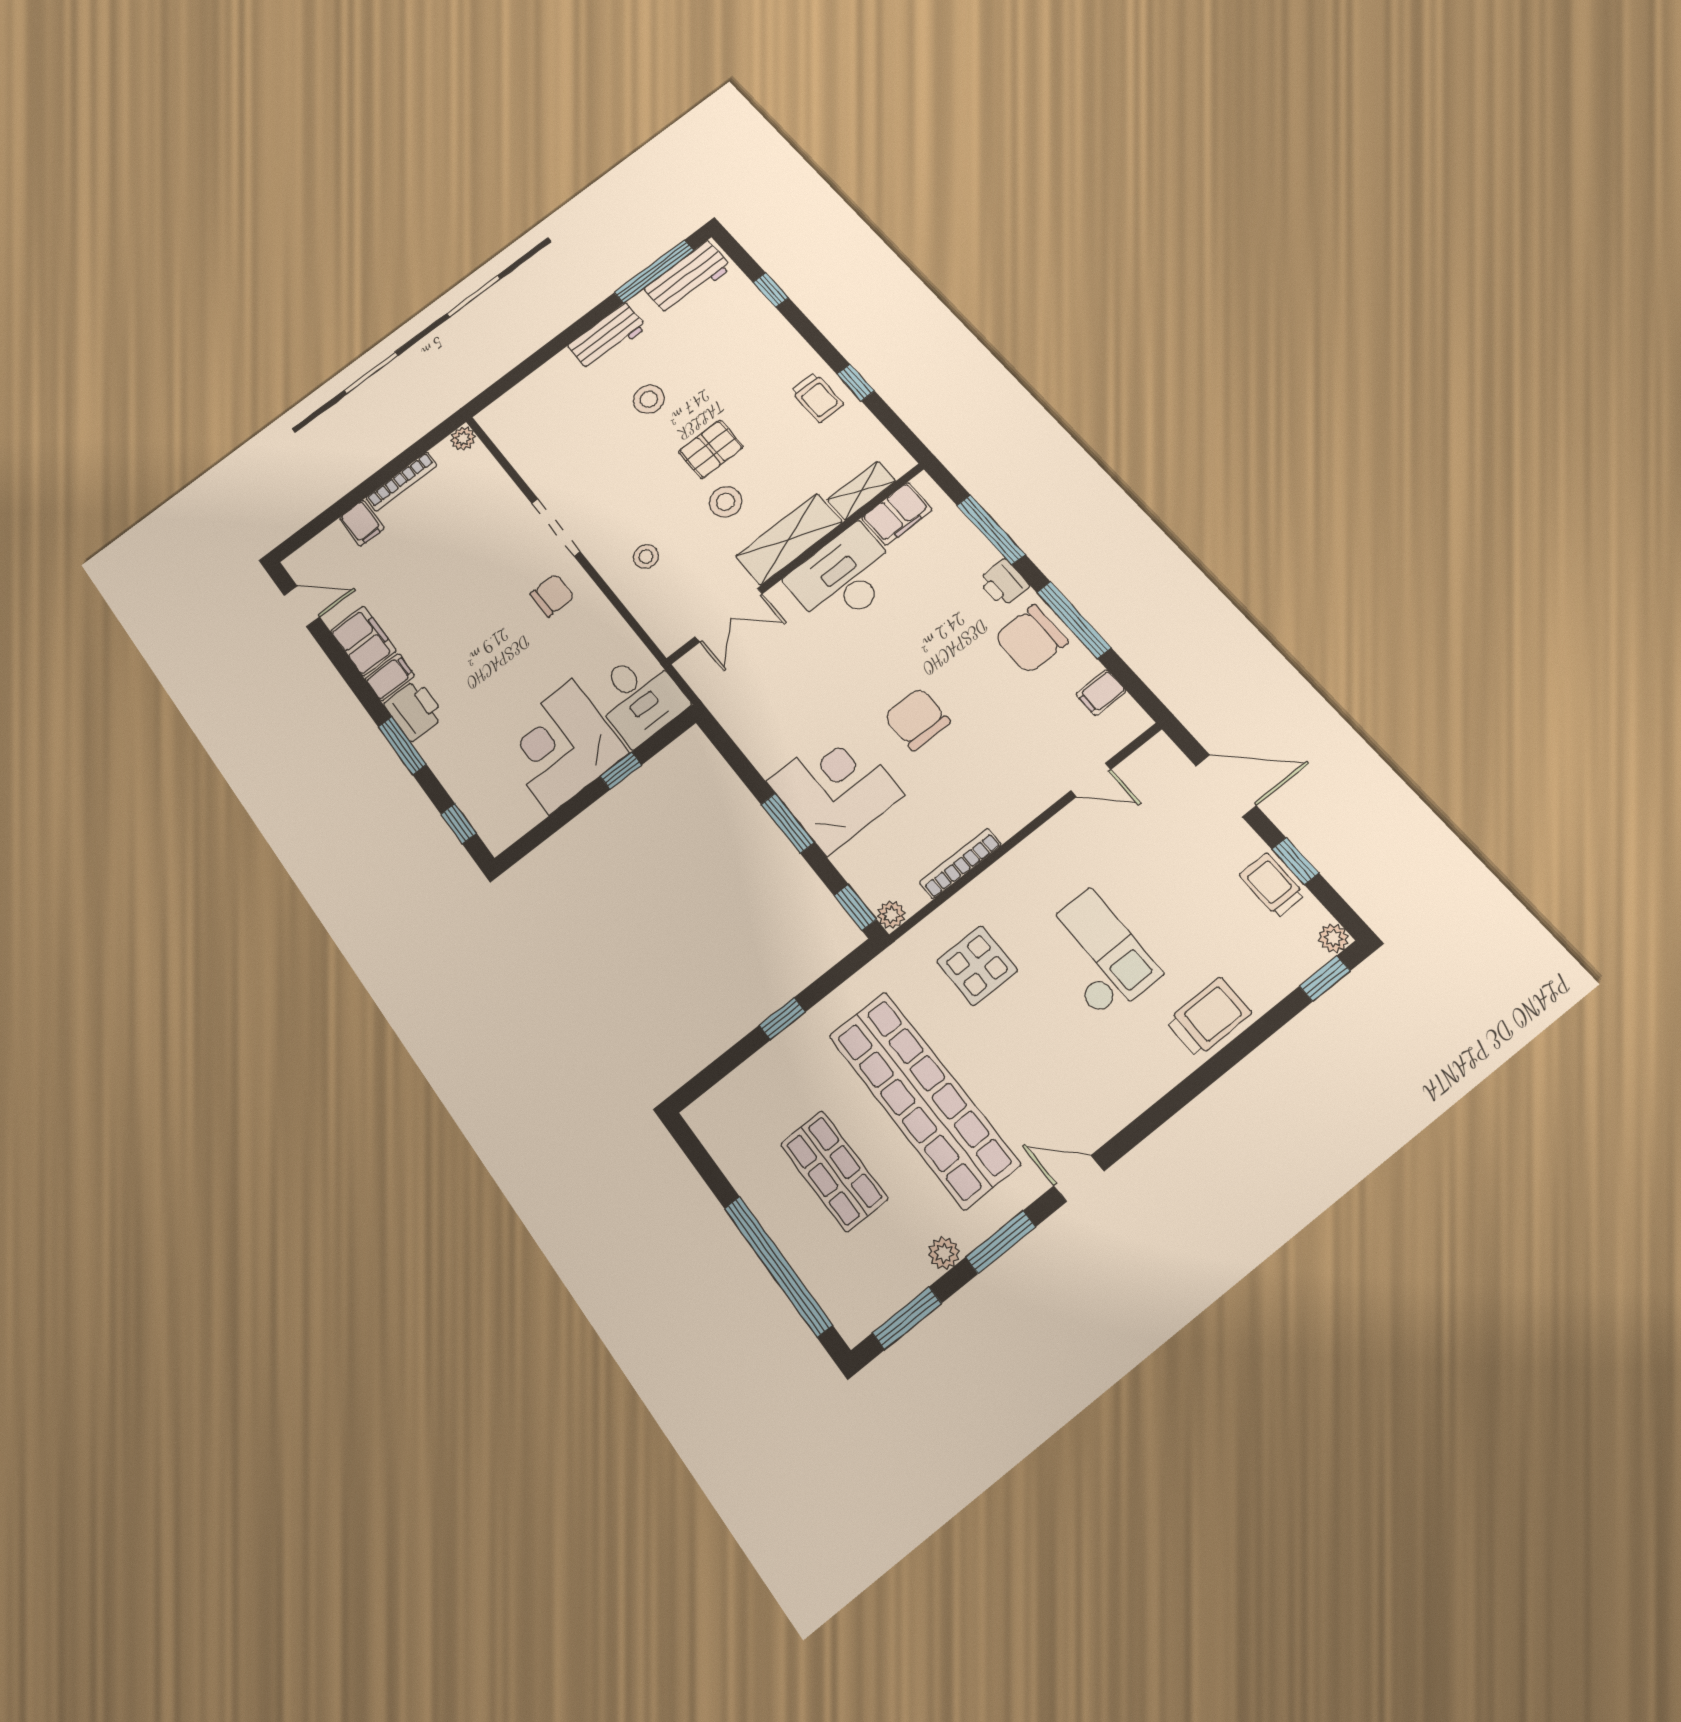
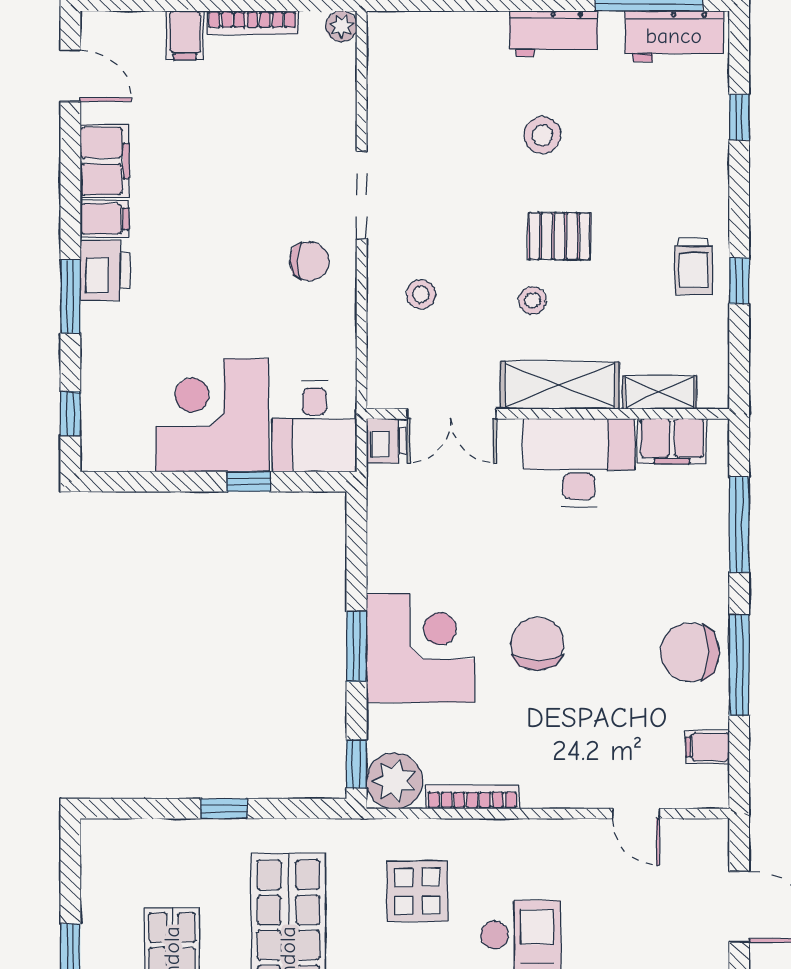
stool: (725, 502) -> (532, 300), width x0.73, depth x0.73
printer: (1004, 583) -> (387, 441), moved, turned 180
plant: (891, 915) -> (394, 781), width x1.88, depth x1.88

